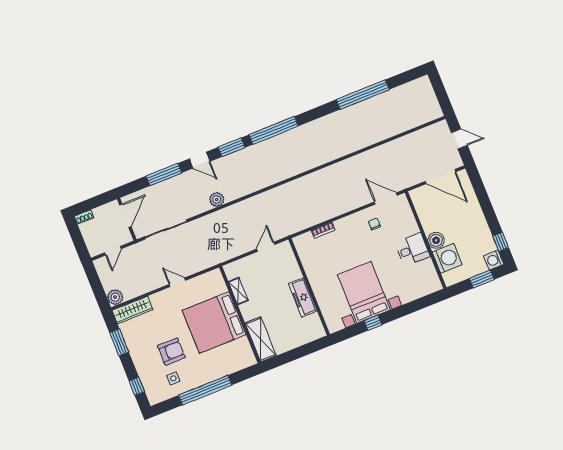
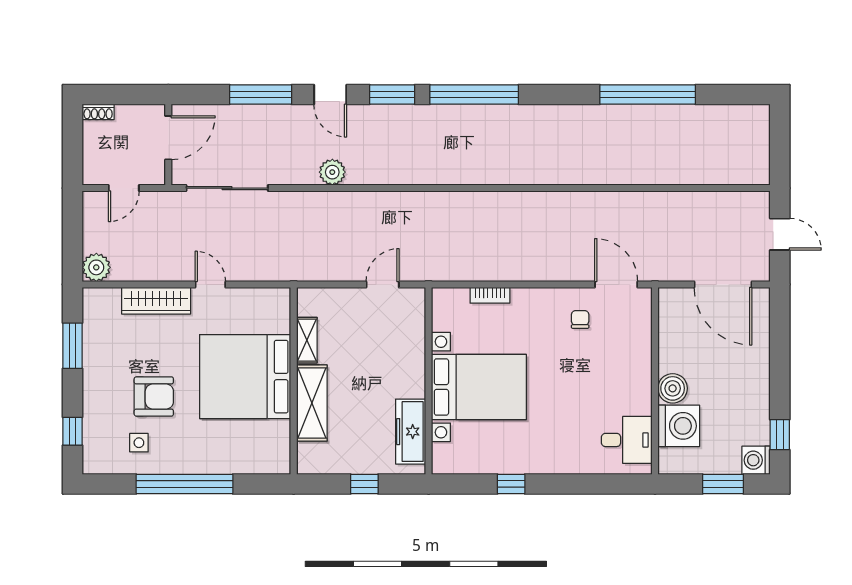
desk: (412, 249) -> (627, 440), moved
bed with nightstands: (364, 292) -> (479, 387), moved, turned 90
freezer: (303, 297) -> (411, 432), moved
wardrobe: (132, 310) -> (156, 301), moved
shelving: (261, 339) -> (312, 403), moved
window: (298, 353) -> (364, 484), added

